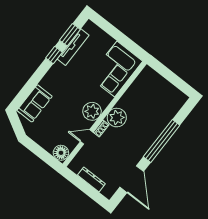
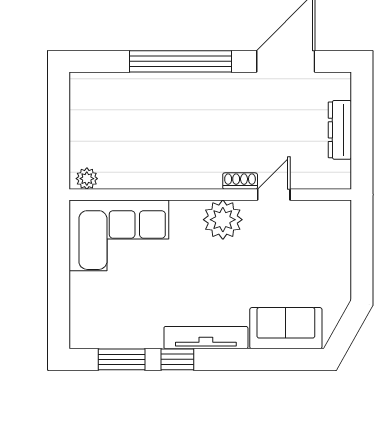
tv unit: (73, 47) -> (206, 338), moved
plant: (117, 118) -> (87, 179), moved, width x0.53, depth x0.53
door: (87, 137) -> (274, 195), swing flipped
floor lamp: (61, 153) -> (335, 217), removed

